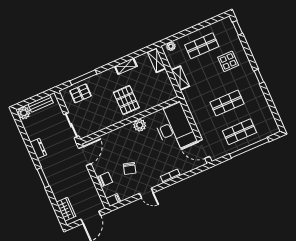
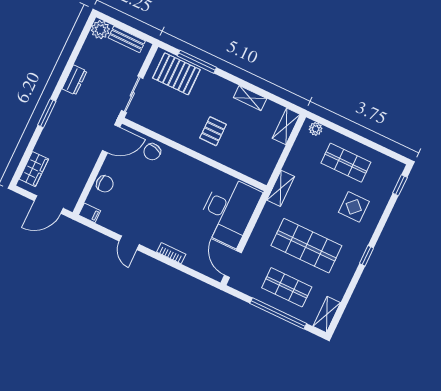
shelving: (180, 78) -> (281, 188), moved
pallet: (80, 93) -> (176, 74), width x1.50, depth x1.42
pallet: (126, 100) -> (213, 131), width x0.67, depth x0.71
shop shelf: (227, 103) -> (306, 246), width x1.43, depth x1.36
shelving: (271, 123) -> (327, 315), added
plant: (140, 125) -> (198, 170), removed
chair: (130, 168) -> (152, 152), moved

